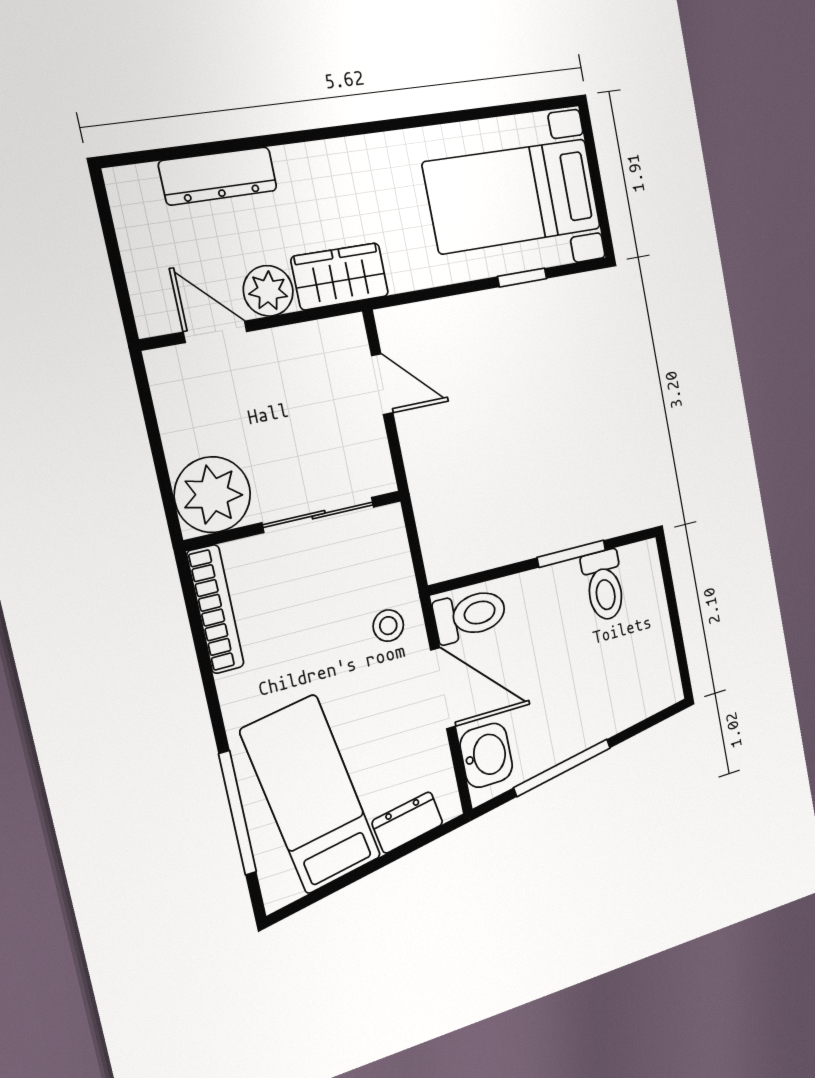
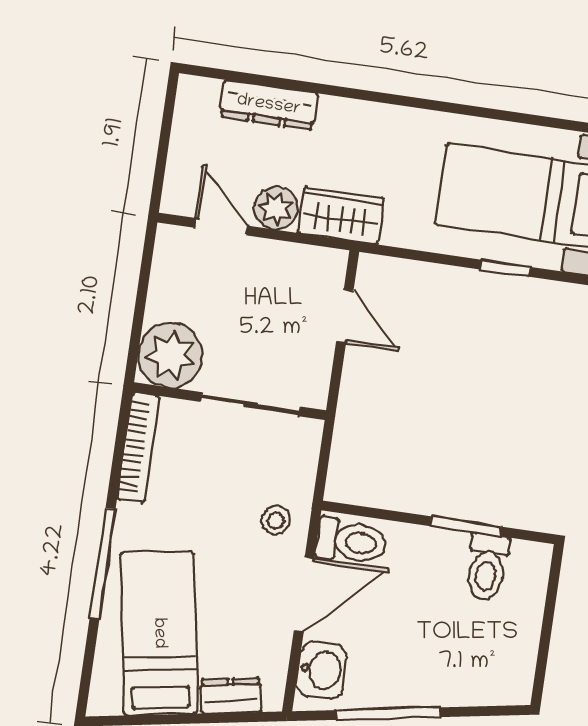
door: (443, 688) -> (304, 594), hinge flipped
window: (238, 813) -> (103, 563), moved

